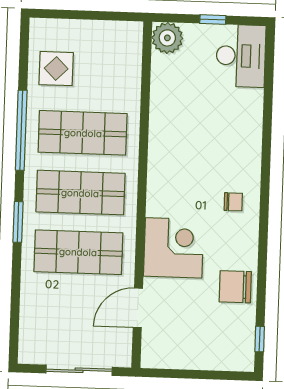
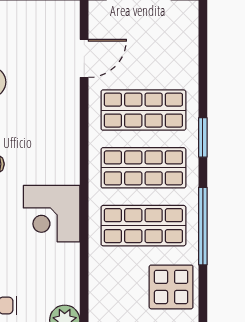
display table: (56, 69) -> (171, 287), width x1.36, depth x1.36
corner desk: (174, 248) -> (52, 214), moved

